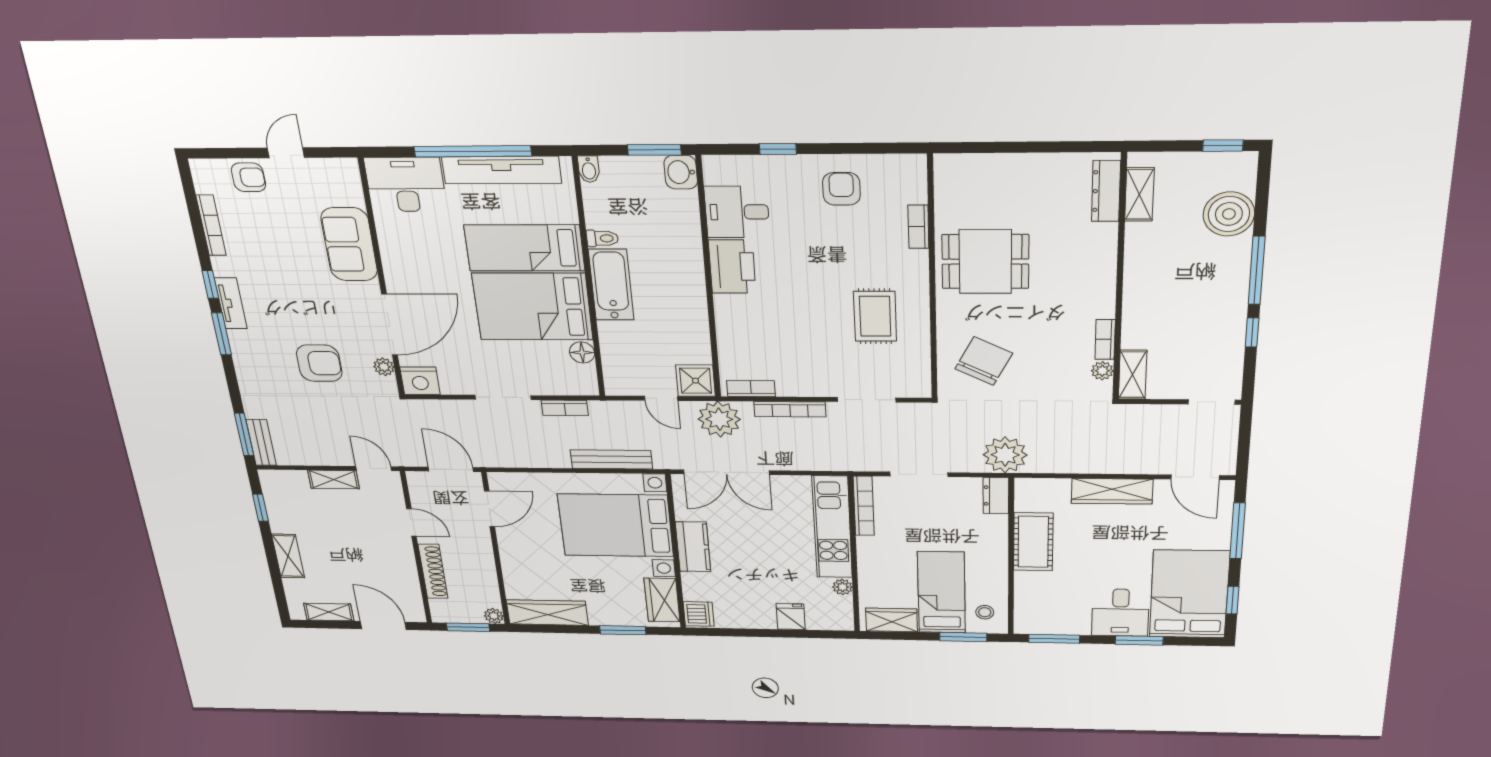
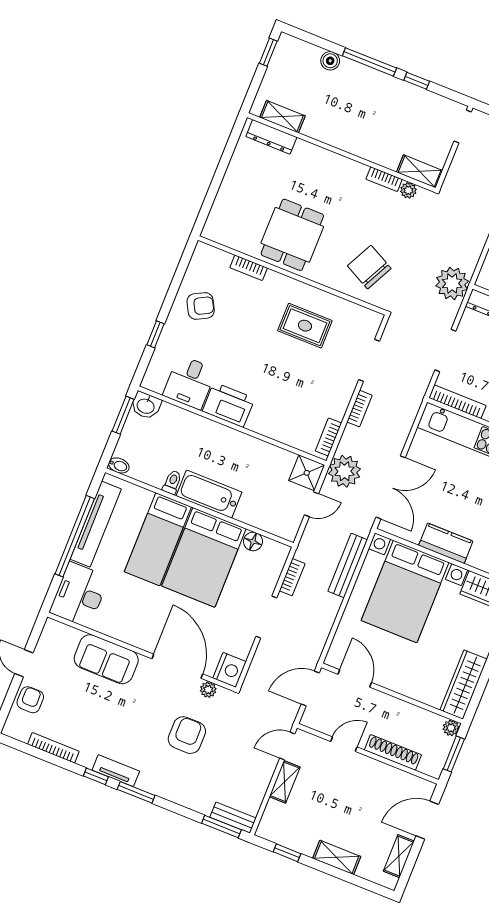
armchair: (841, 189) -> (201, 306), turned 152
boiler: (1229, 214) -> (330, 61), width x0.54, depth x0.54
bookcase: (790, 409) -> (359, 409), width x0.64

